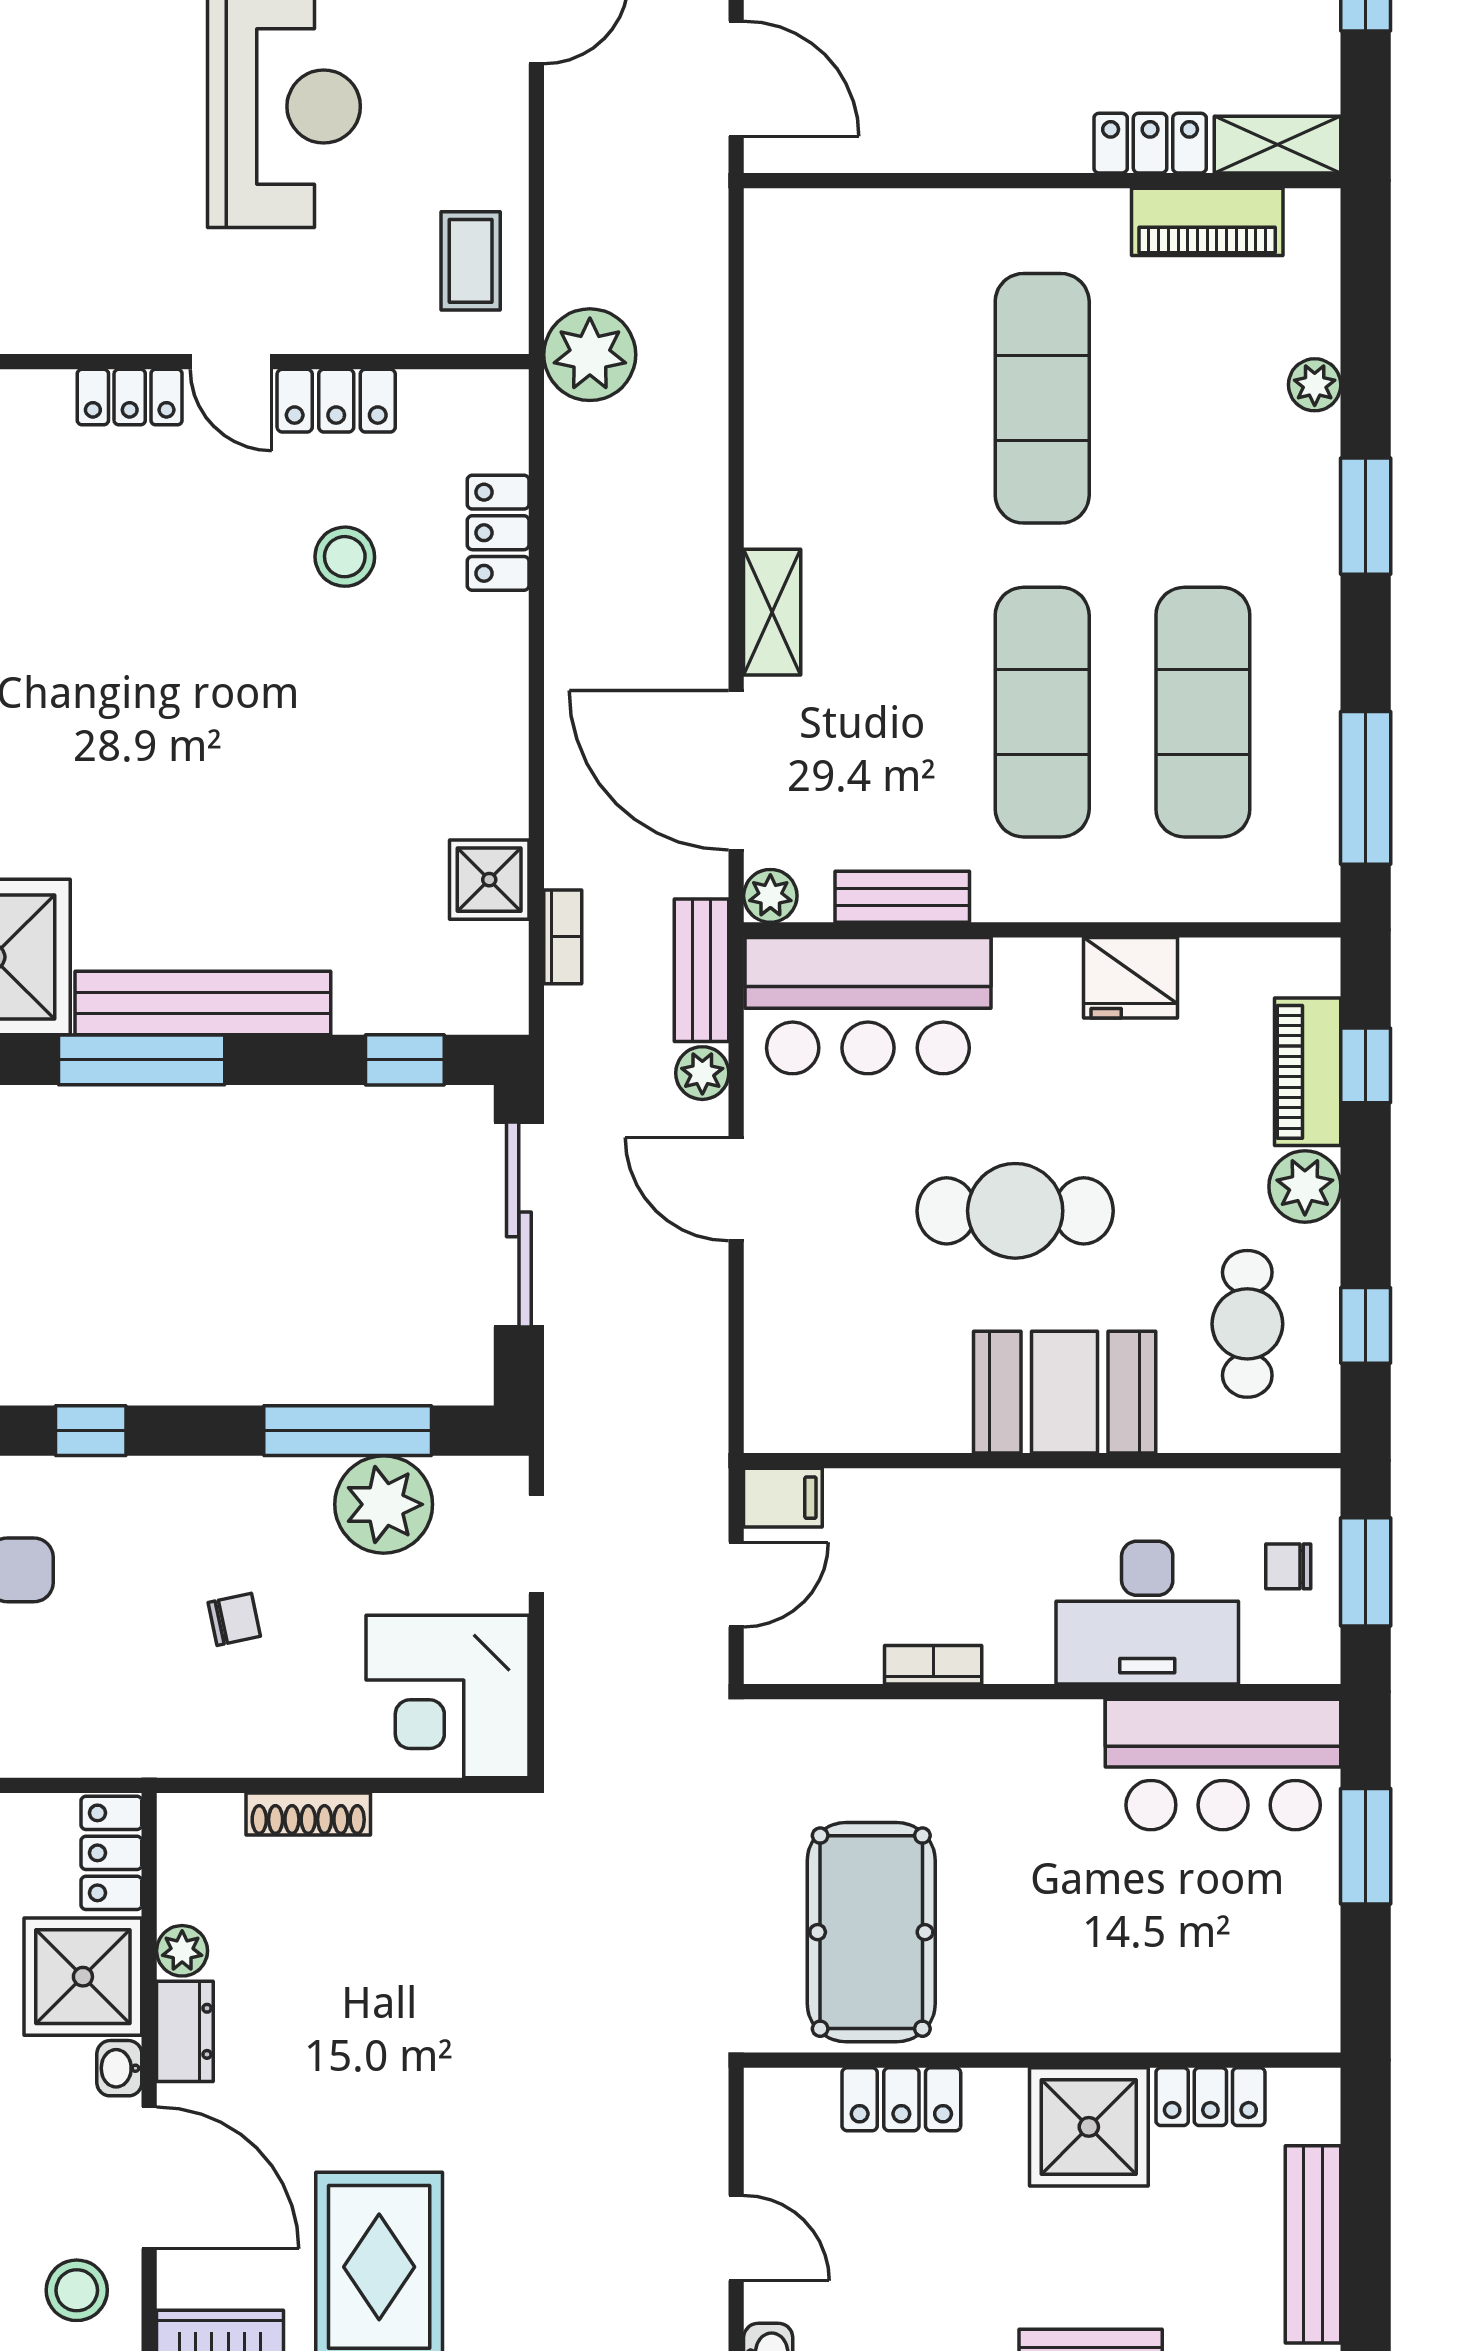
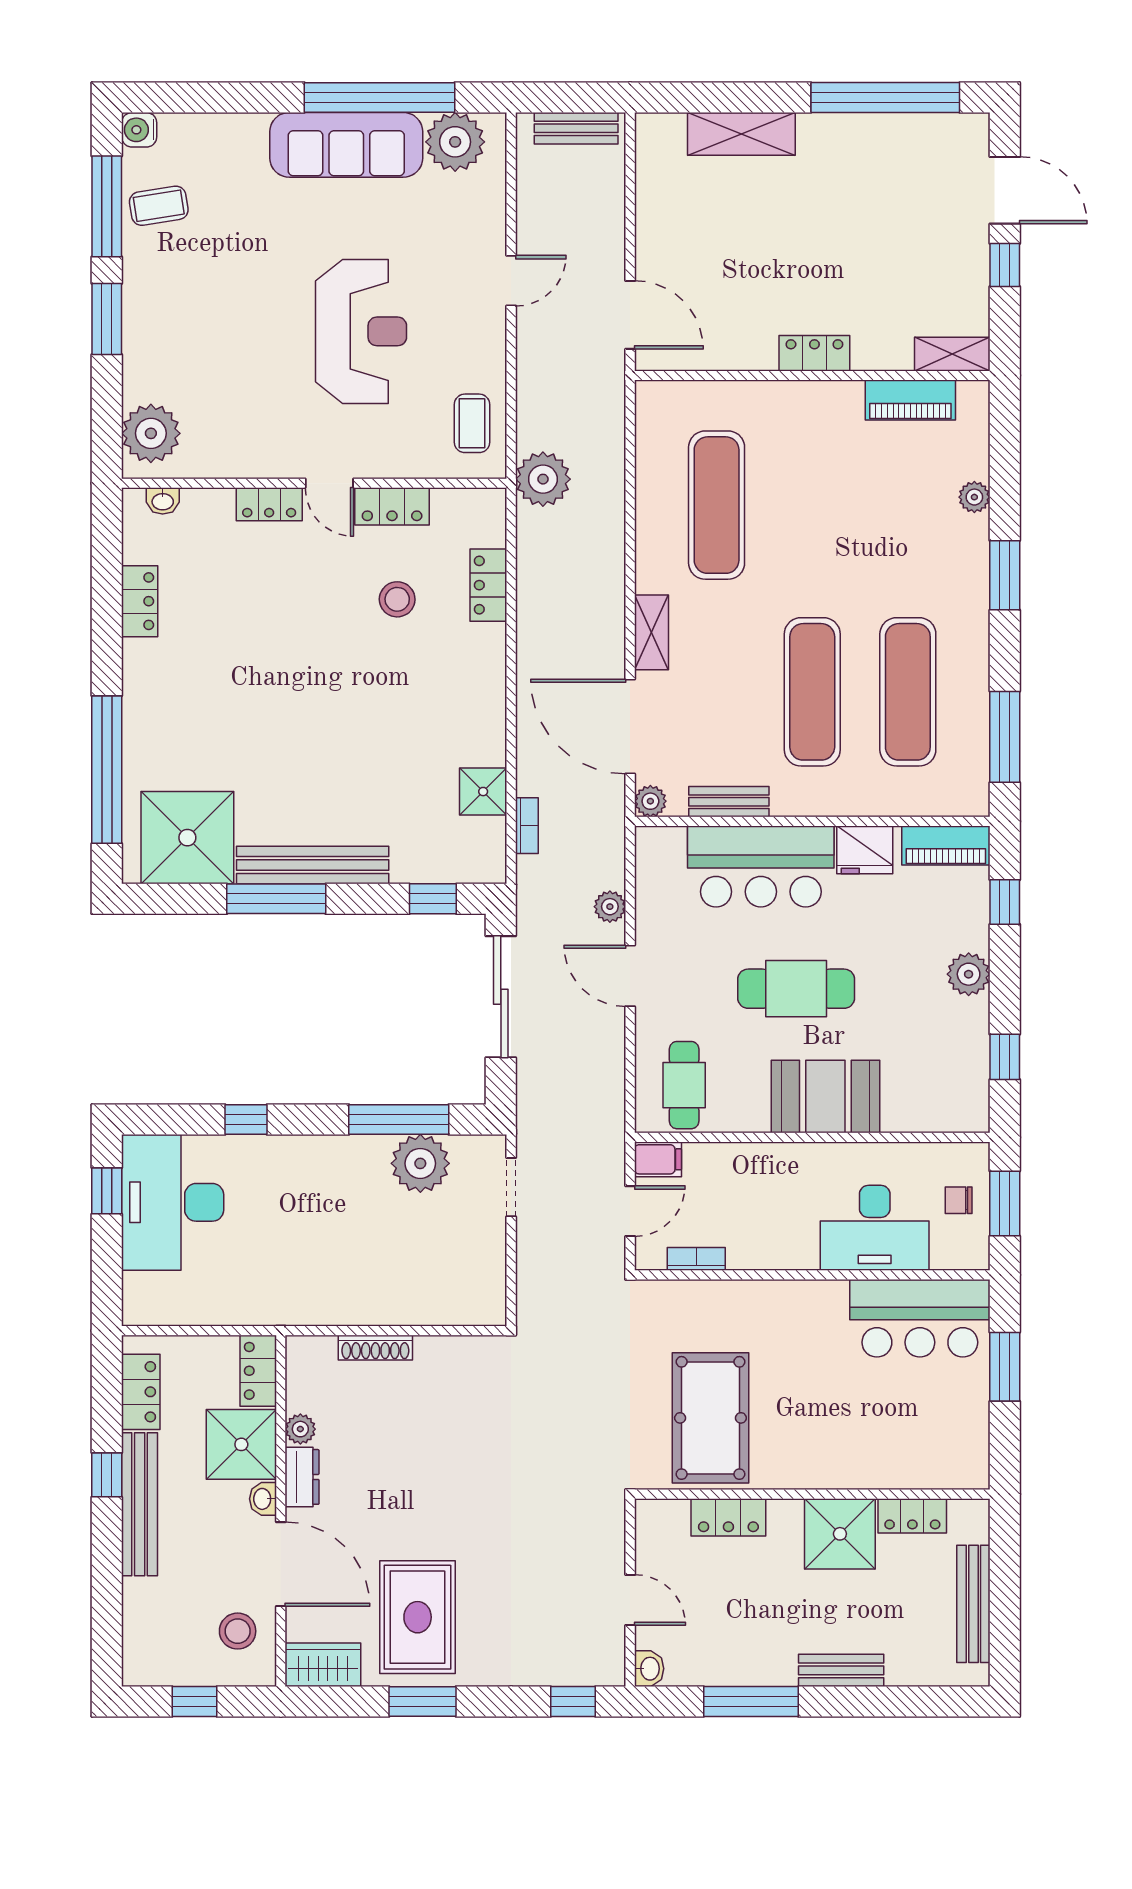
locker: (1150, 143) -> (814, 353), moved
exercise mat: (1042, 398) -> (717, 505), moved
bench: (702, 970) -> (609, 845), removed
bar counter: (868, 1006) -> (761, 867), moved
piano: (1308, 1072) -> (946, 846), moved, turned -90
cafe table: (1247, 1324) -> (684, 1085), moved
chair: (234, 1619) -> (331, 1232), removed
bookcase: (933, 1665) -> (696, 1259), moved
corner desk: (447, 1696) -> (458, 1278), removed

